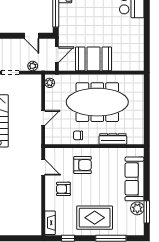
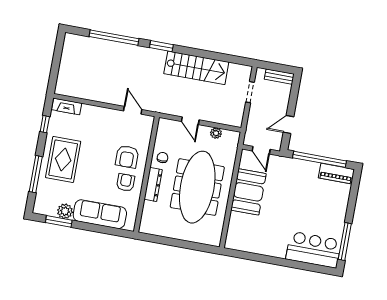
plant: (33, 66) -> (253, 119), removed
plant: (50, 83) -> (216, 133), moved
dresser: (113, 139) -> (153, 184), moved
door: (43, 167) -> (133, 110), swing flipped
armchair: (63, 189) -> (126, 182), moved

